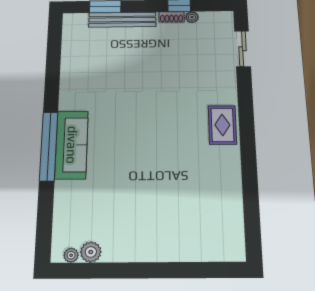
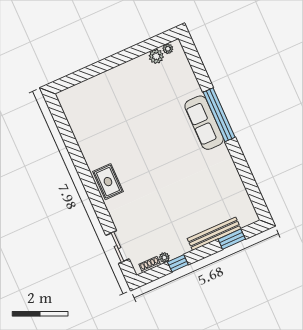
shoe rack: (172, 17) -> (150, 264), moved

